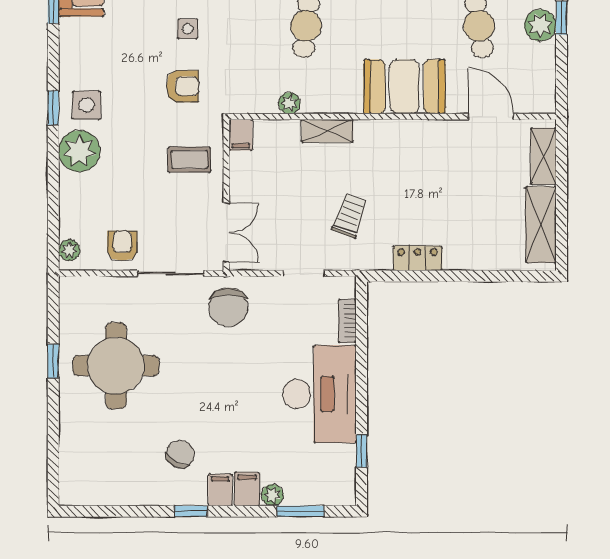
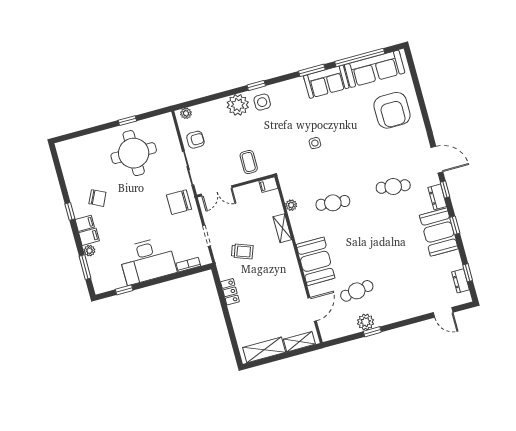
armchair: (183, 86) -> (285, 148), removed

